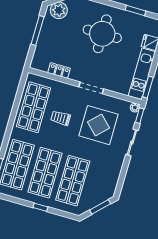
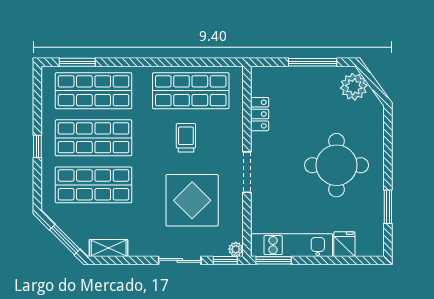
shelving: (113, 182) -> (109, 248), added

